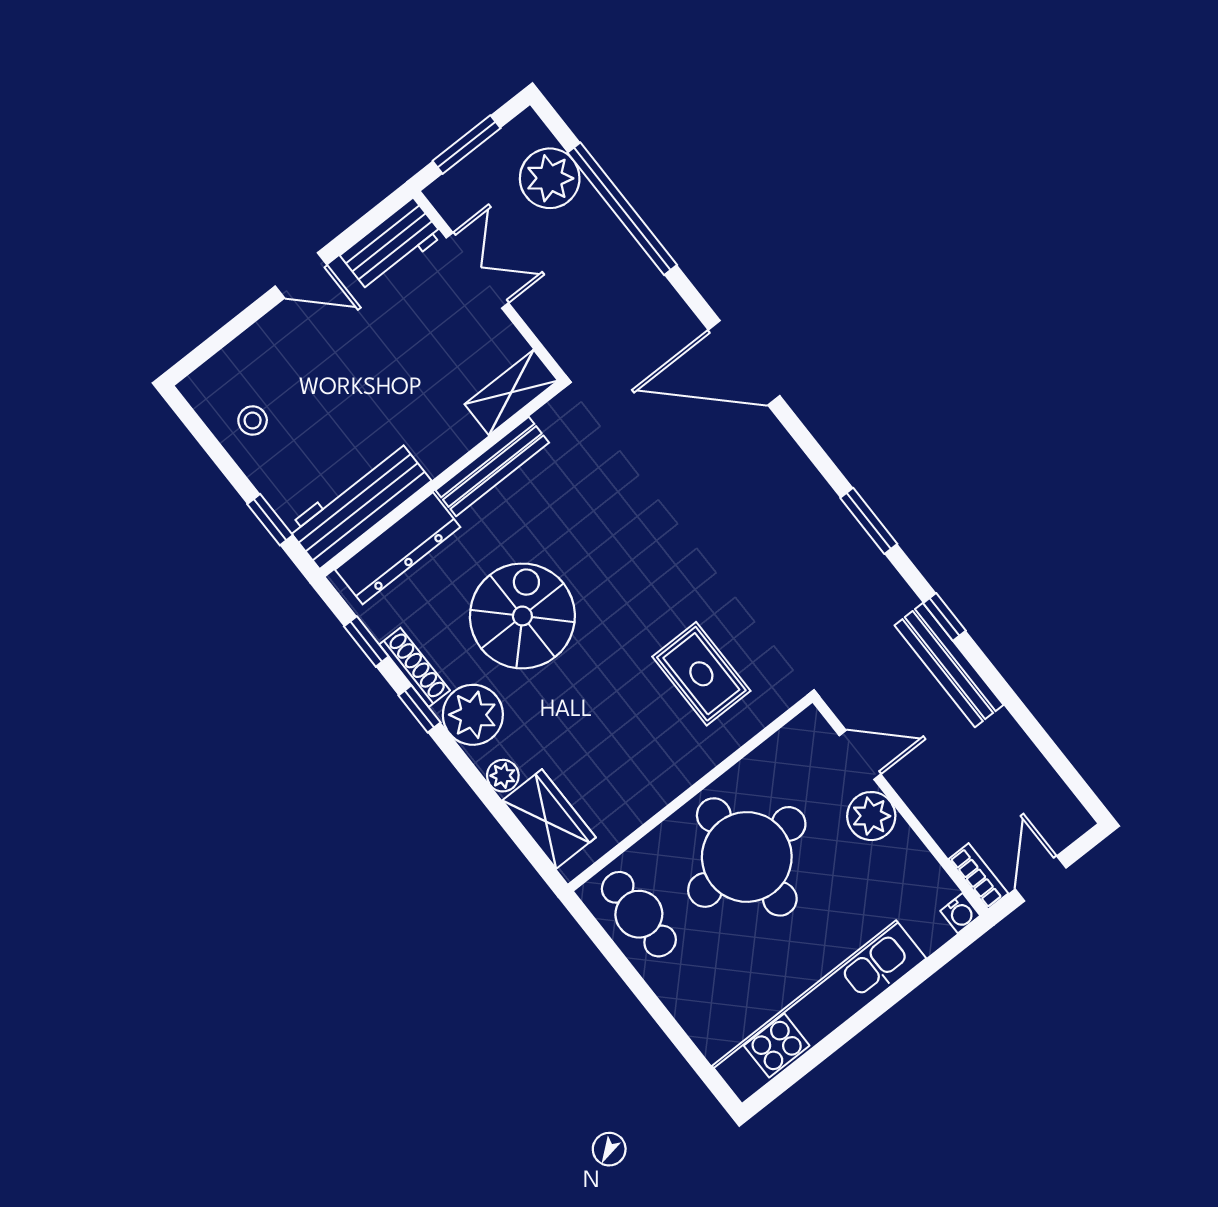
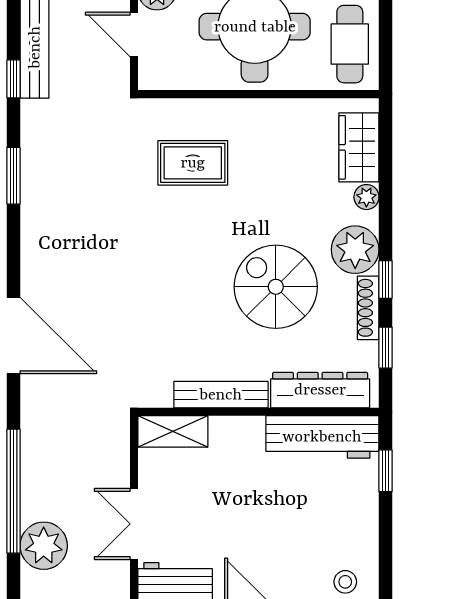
stool: (253, 421) -> (345, 582), moved
spiral stairs: (522, 616) -> (276, 287), turned 90
rug: (701, 674) -> (193, 163), turned 90

